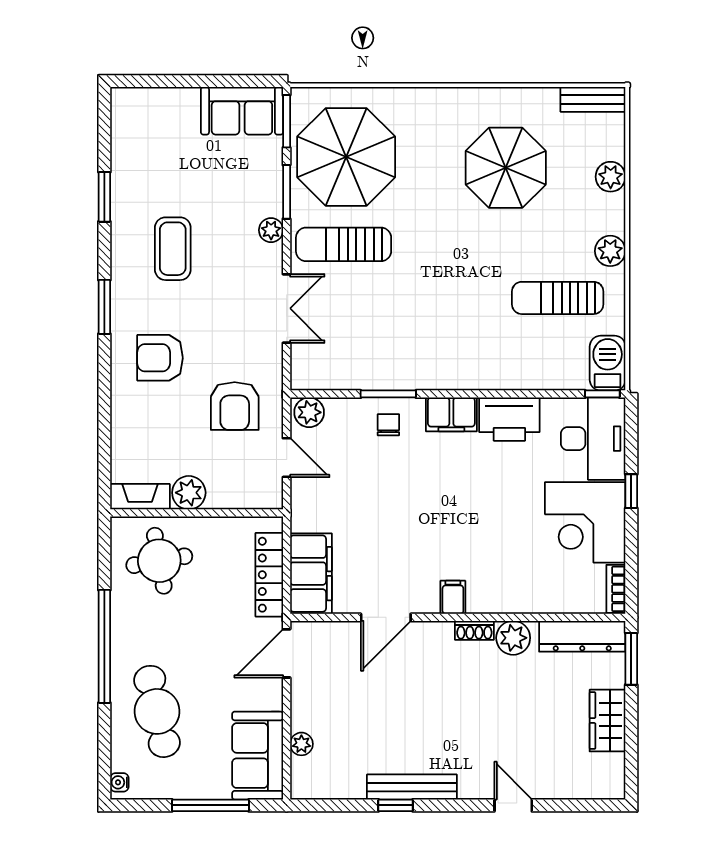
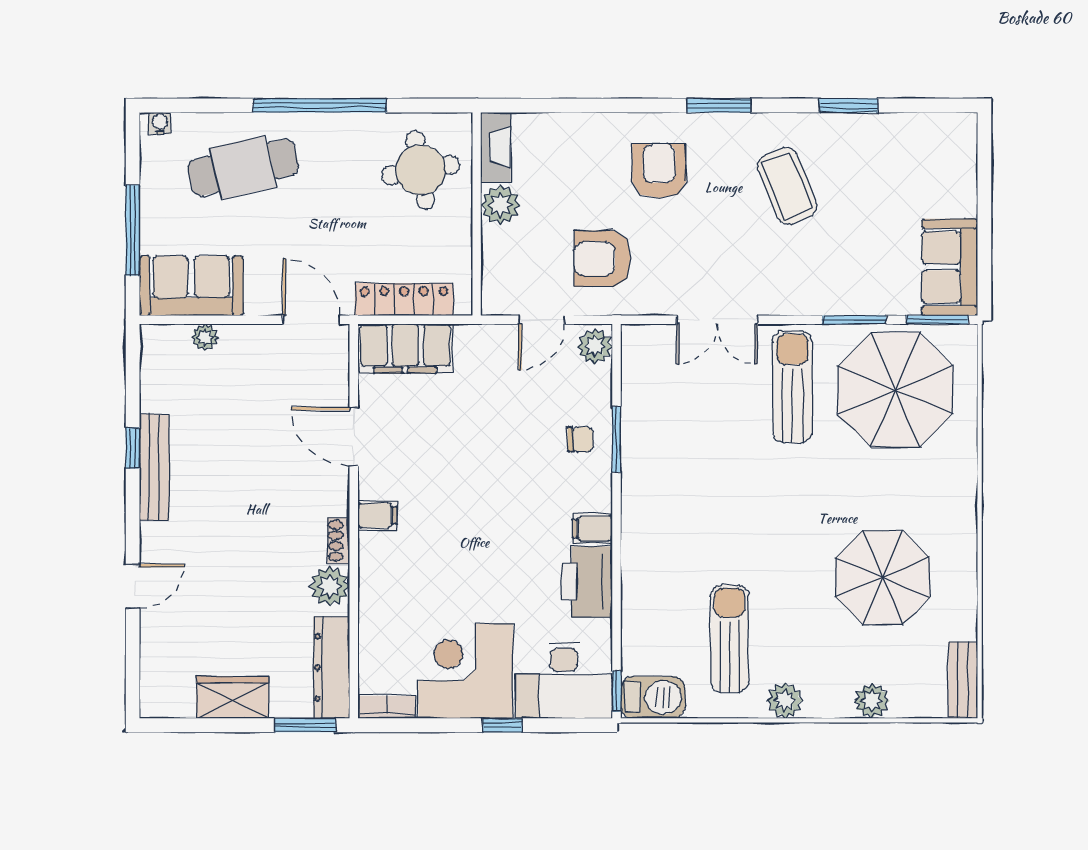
plant: (271, 230) -> (809, 301), removed
coffee table: (173, 249) -> (787, 186), turned 68
filing cabinet: (451, 414) -> (592, 529), width x0.50

